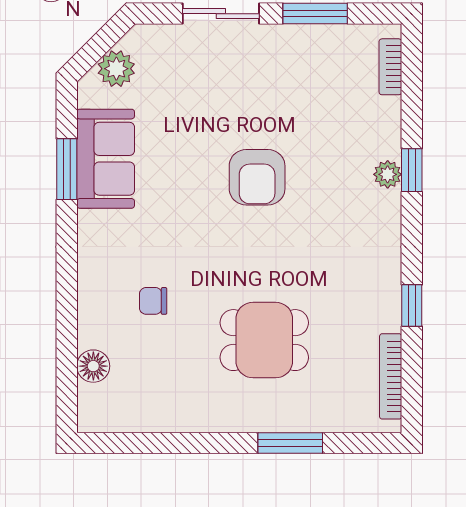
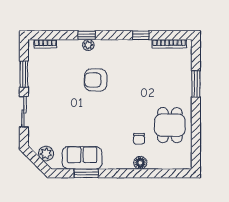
armchair: (257, 177) -> (96, 80), moved, turned 180
dining table: (264, 340) -> (170, 125), moved
floor lamp: (93, 366) -> (140, 163), moved

